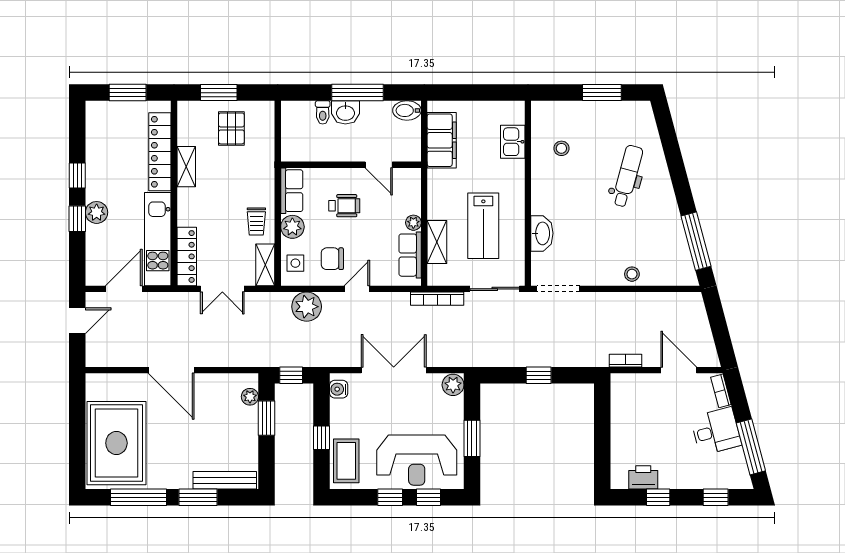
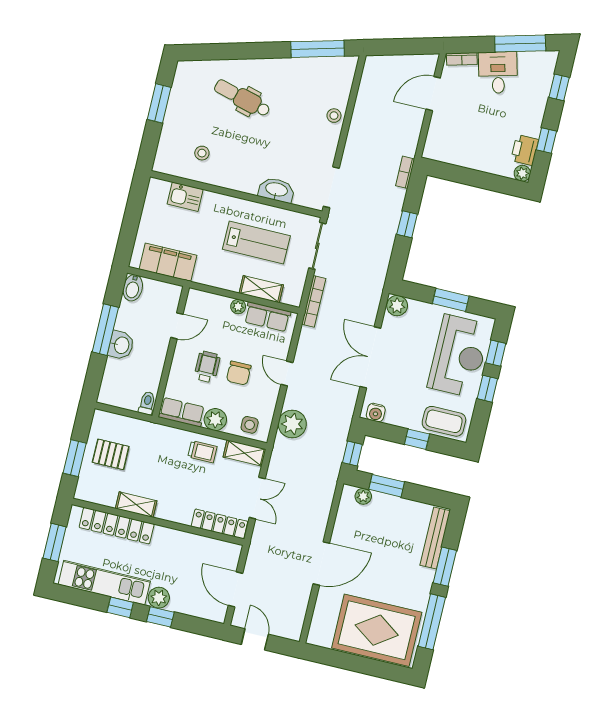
toilet: (323, 112) -> (147, 403), moved, turned -90
kitchen unit: (158, 239) -> (104, 583), moved, turned 180
chair: (332, 259) -> (239, 373), moved
bookcase: (626, 361) -> (405, 172), moved
plant: (619, 481) -> (522, 173), added

